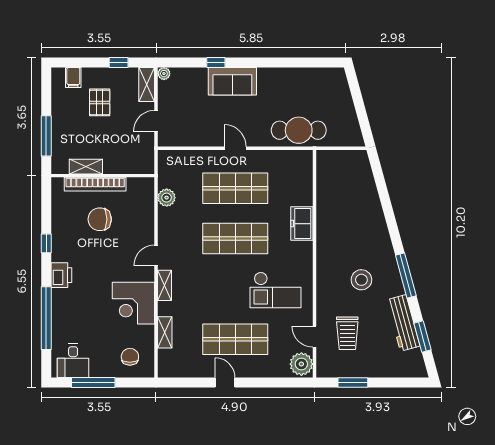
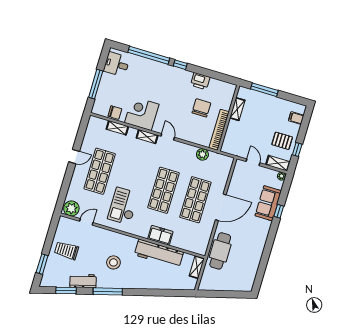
sofa: (232, 81) -> (268, 203), moved
pallet: (100, 102) -> (282, 141), moved
door: (235, 148) -> (221, 207), width x1.88
shelving: (332, 157) -> (197, 267), added
bookcase: (95, 184) -> (219, 130), moved
workbench: (329, 218) -> (159, 254), added
window: (46, 243) -> (180, 65), moved
printer: (61, 275) -> (200, 81), moved
workbench: (403, 323) -> (83, 281), width x0.73
trolley: (347, 333) -> (66, 250), moved
chair: (130, 357) -> (115, 112), moved
window: (93, 383) -> (96, 84), moved
window: (353, 383) -> (42, 264), moved

